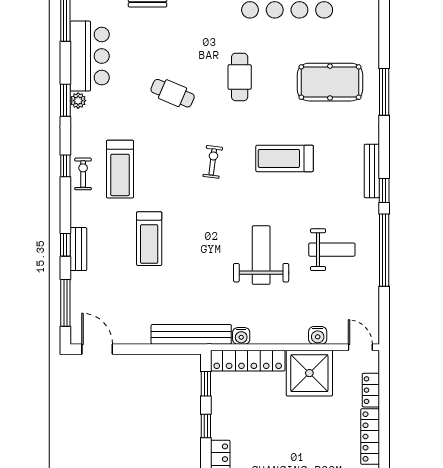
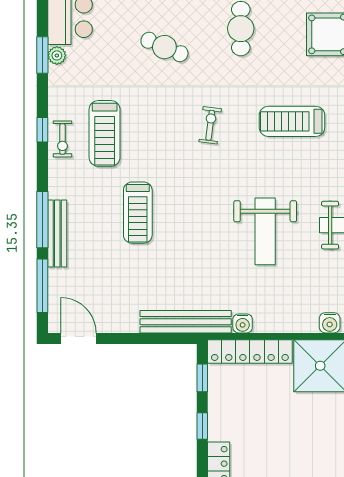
exercise bike: (83, 174) -> (62, 139), turned 180
window: (65, 245) -> (42, 220), width x2.17
bench: (78, 249) -> (57, 234), width x1.36
weight bench: (261, 255) -> (265, 231), turned 180

